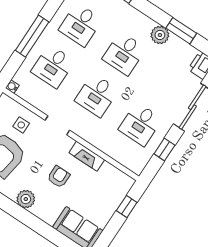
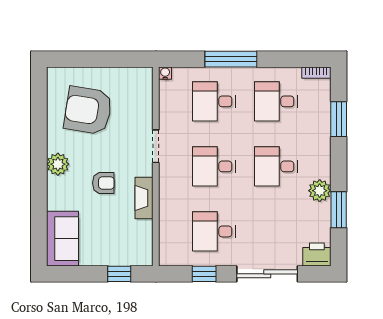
side table: (21, 125) -> (131, 109), removed

